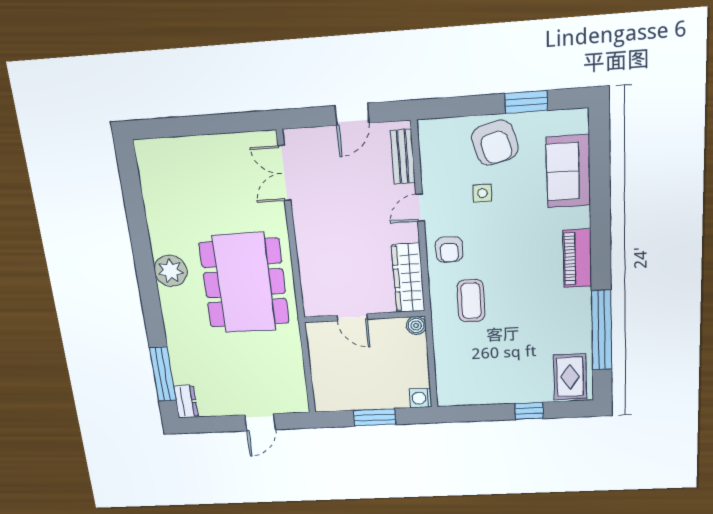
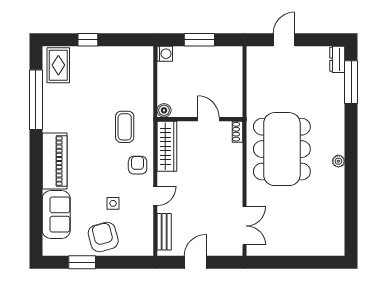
piano: (577, 258) -> (55, 161), width x1.37, depth x1.33
plant: (171, 271) -> (338, 161), width x0.53, depth x0.53
shoe rack: (310, 303) -> (237, 132), added

